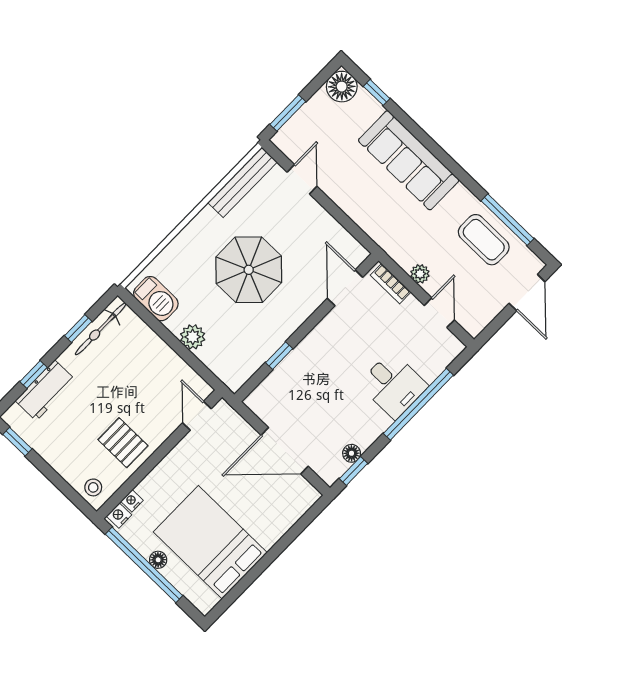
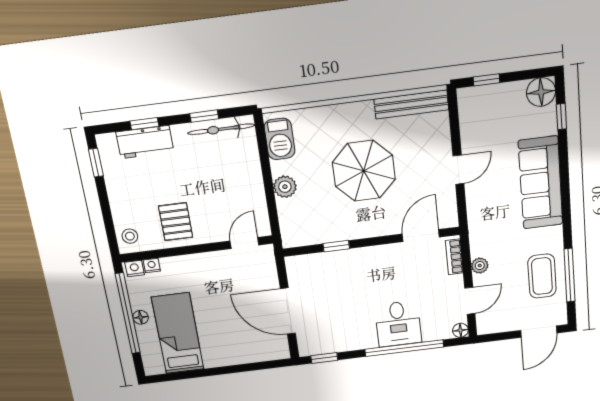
window: (288, 113) -> (486, 80), width x0.67
door: (302, 179) -> (458, 170), moved
floor lamp: (352, 453) -> (460, 330), moved
bed: (210, 542) -> (178, 333), width x0.67

